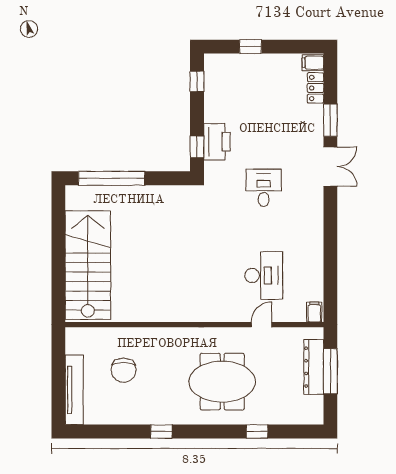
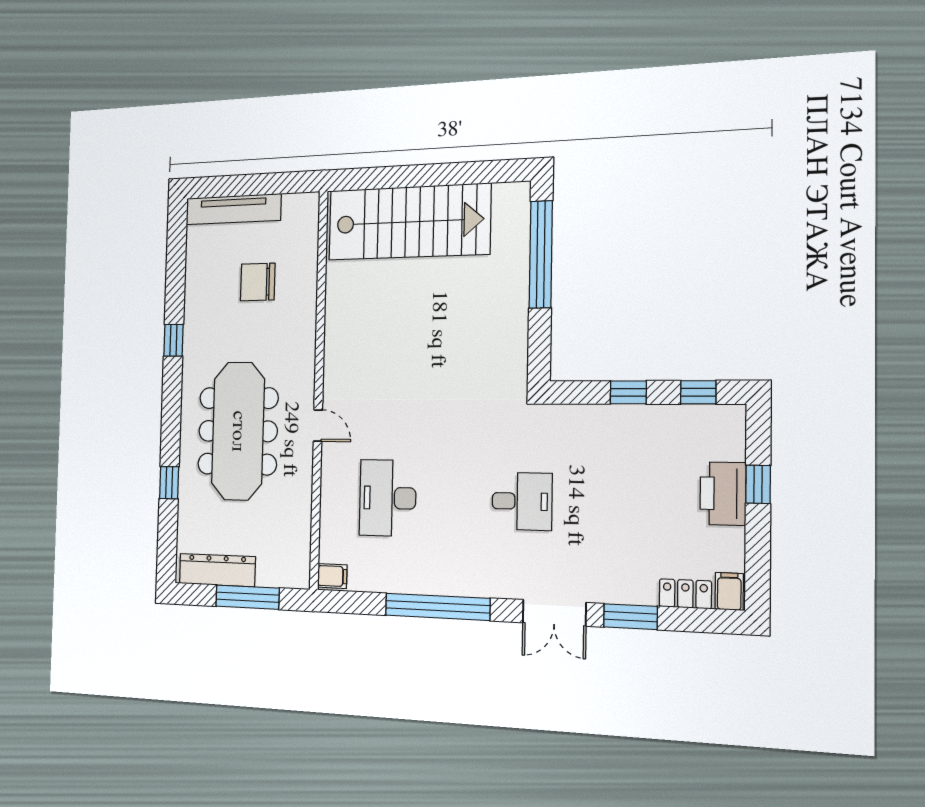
printer: (217, 142) -> (723, 494), moved, turned 90
window: (197, 147) -> (628, 392), moved
window: (330, 241) -> (437, 607), added
desk: (264, 275) -> (388, 498), turned 90
door: (262, 325) -> (318, 426), moved
dresser: (314, 367) -> (217, 570), moved
meeting table: (222, 382) -> (238, 431), width x1.36

